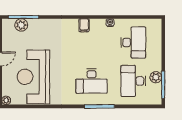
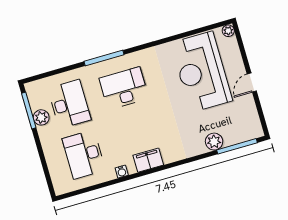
plant: (21, 25) -> (214, 142), moved
filing cabinet: (84, 25) -> (148, 160), width x2.00
reception desk: (33, 77) -> (202, 72), turned 180

